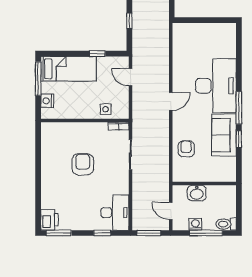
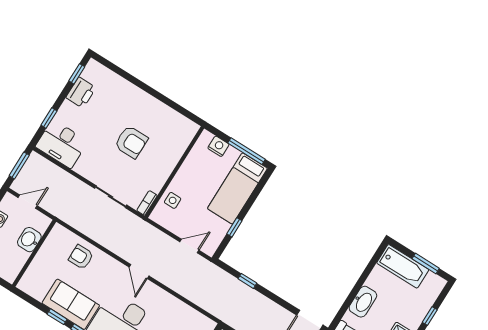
armchair: (186, 149) -> (81, 257), turned 180
printer: (49, 220) -> (81, 93), moved, turned -90
window: (59, 233) -> (77, 74), width x0.67

